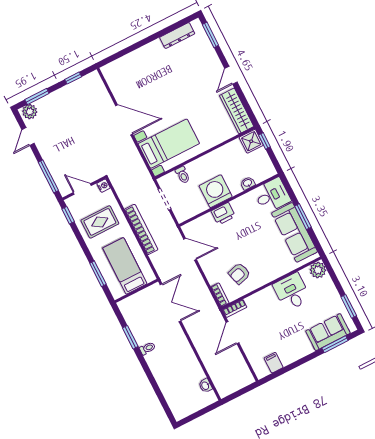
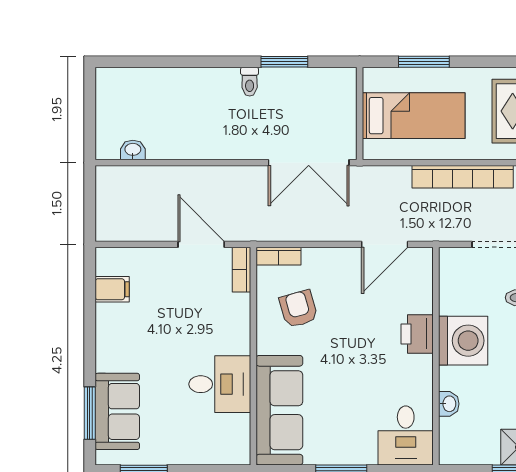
sofa: (295, 232) -> (279, 410), moved, turned 90
plant: (318, 270) -> (235, 449), removed

